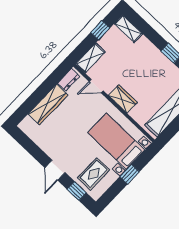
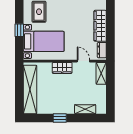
shelving: (128, 29) -> (85, 109), moved
window: (100, 30) -> (110, 94), removed
door: (96, 86) -> (83, 61), hinge flipped

